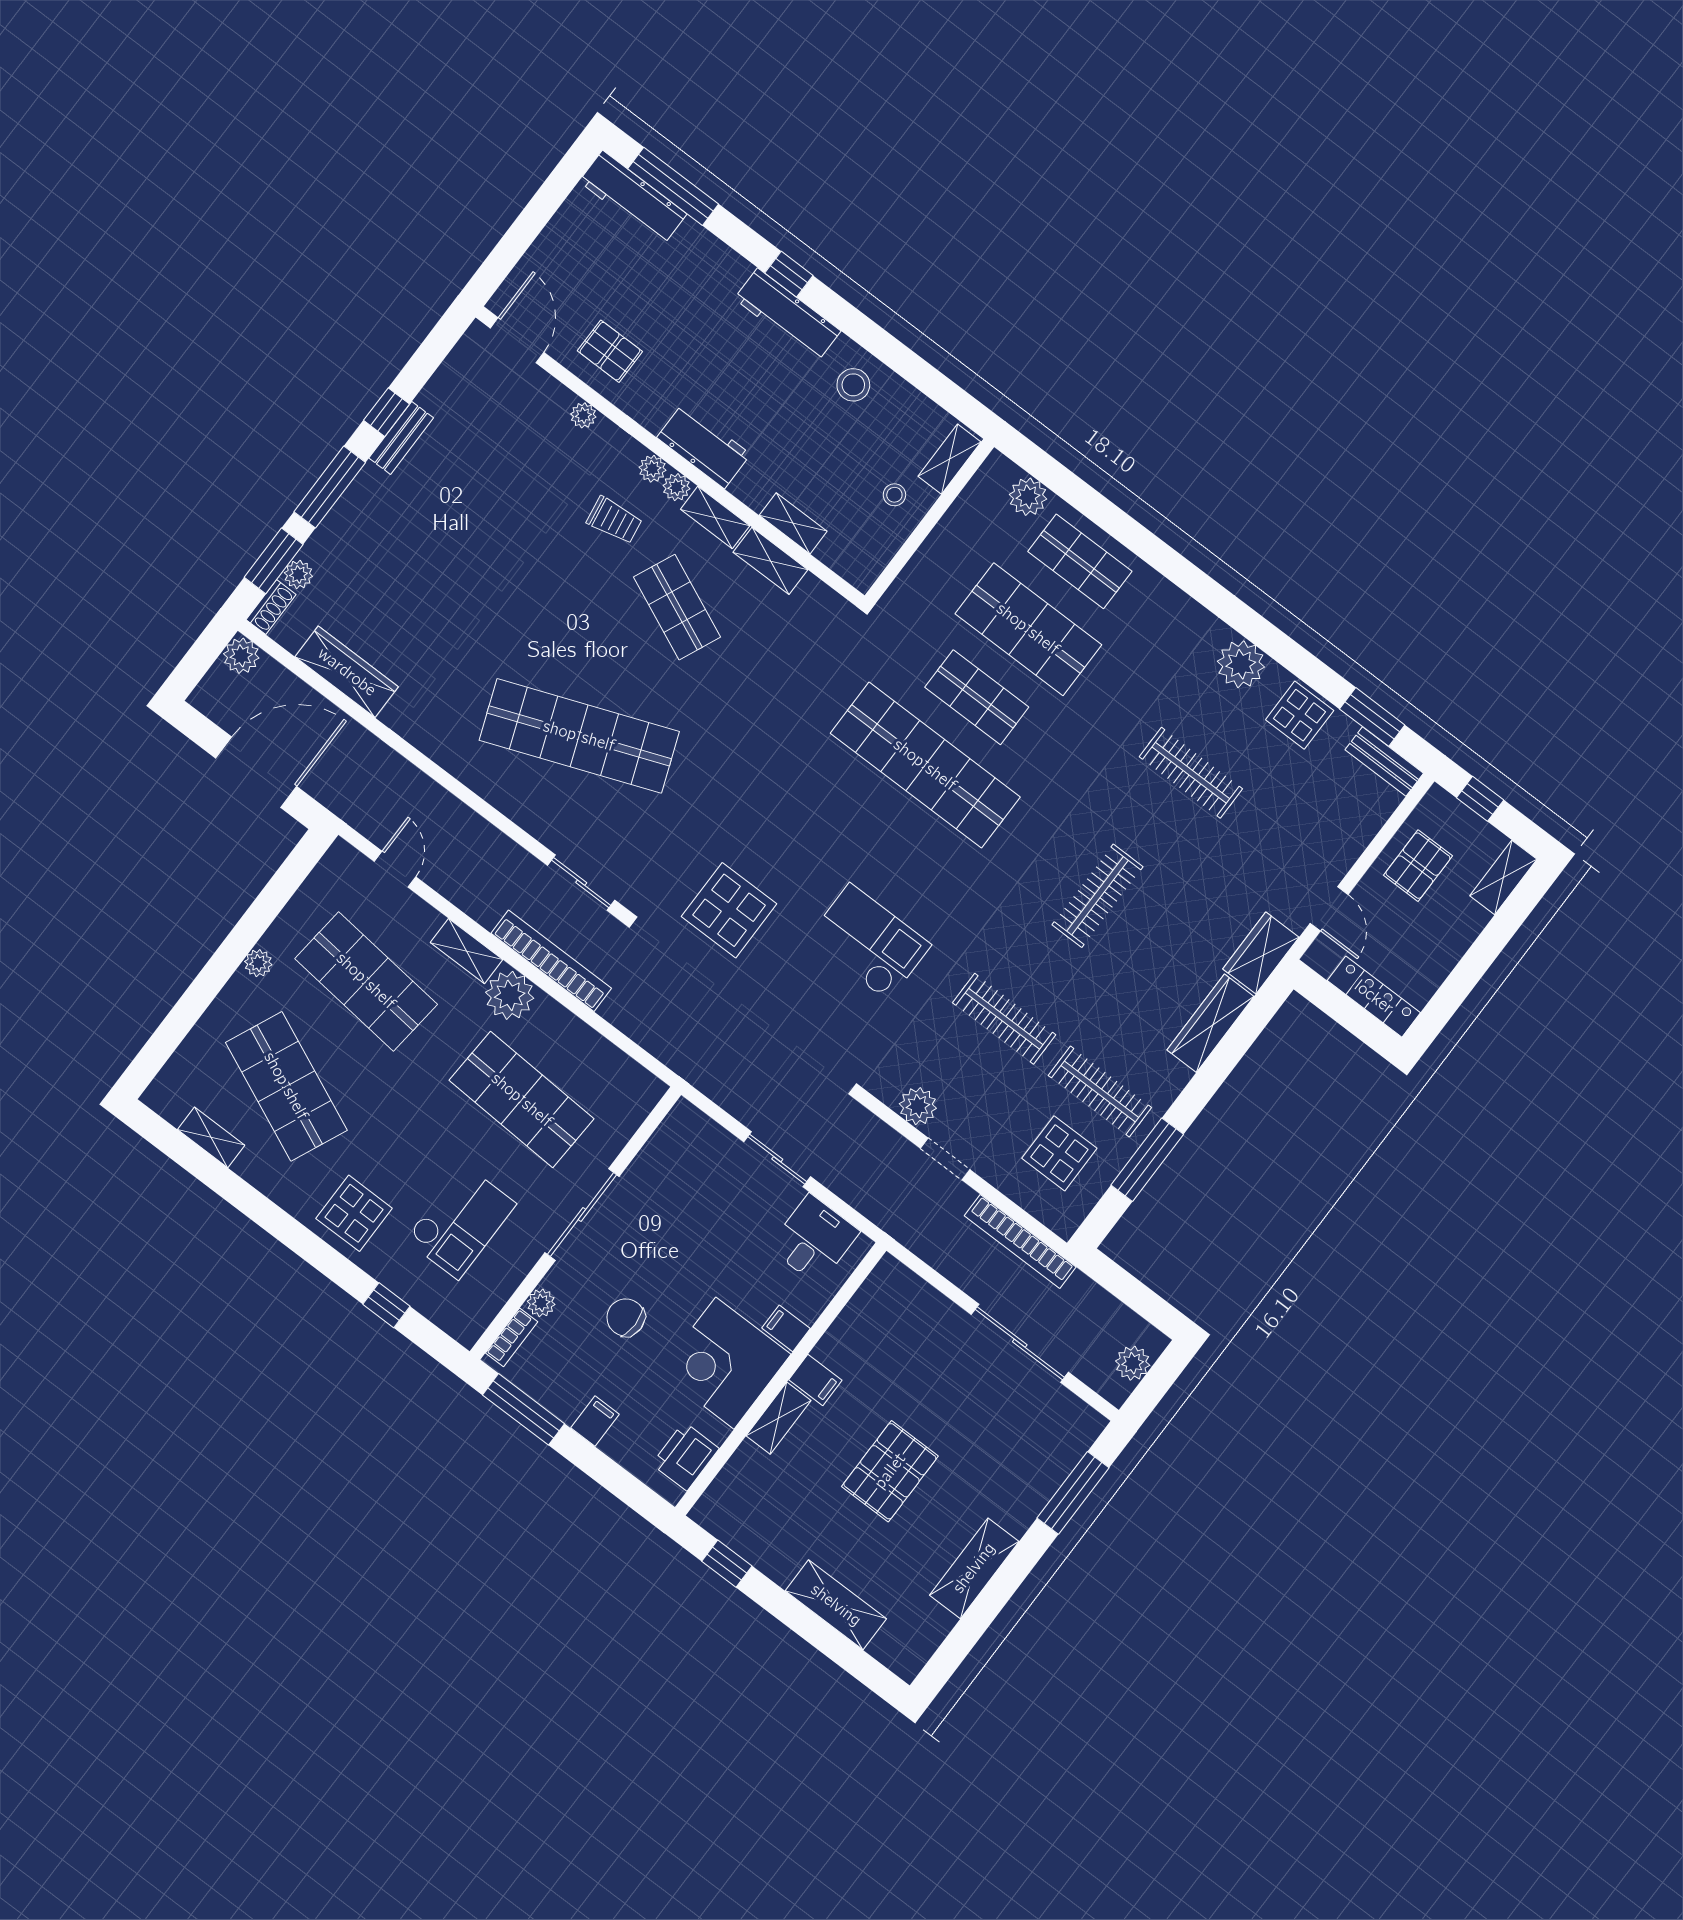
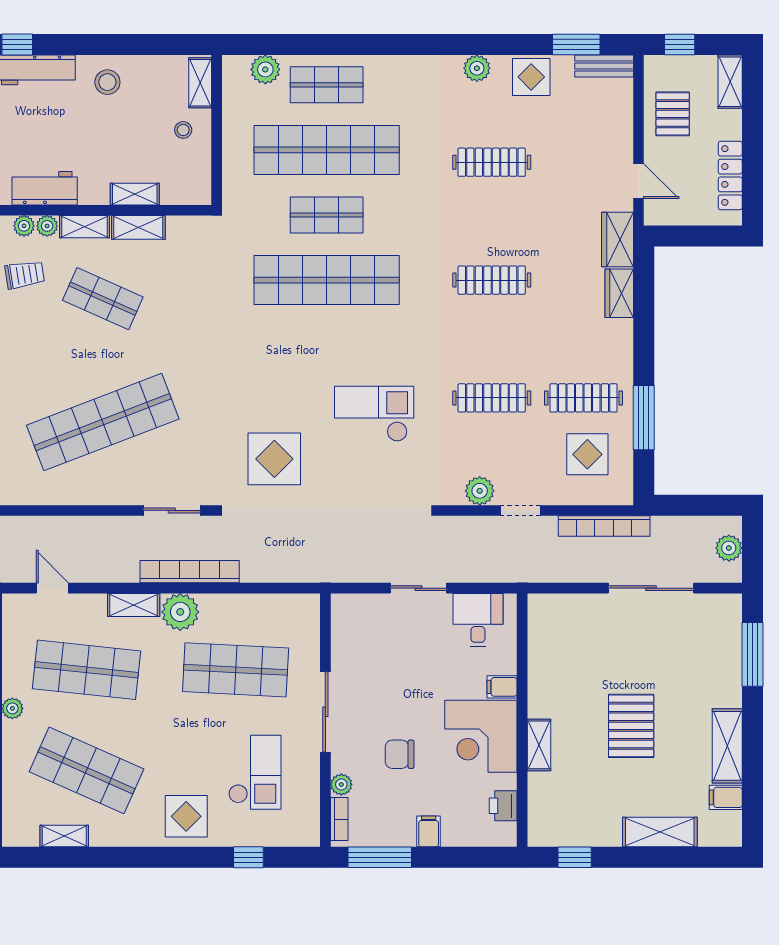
shop shelf: (1028, 629) -> (327, 150), width x1.40
plant: (1241, 664) -> (477, 68), width x0.73, depth x0.73
clothes rail: (1097, 896) -> (492, 280), turned 90
locker: (1374, 997) -> (730, 175), moved, turned -90
wardrobe: (1210, 1023) -> (619, 293), width x0.67
filing cabinet: (815, 1380) -> (726, 797), moved, turned 180
printer: (685, 1456) -> (503, 806), width x0.73, depth x0.81

